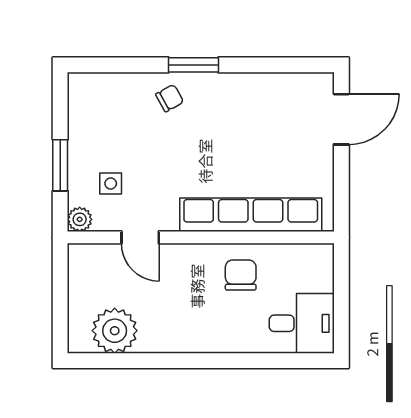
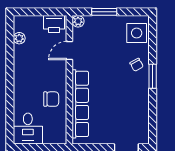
side table: (111, 184) -> (137, 33), moved, width x1.87, depth x1.87
printer: (85, 269) -> (54, 24), added
plant: (115, 331) -> (19, 38), width x0.53, depth x0.53

